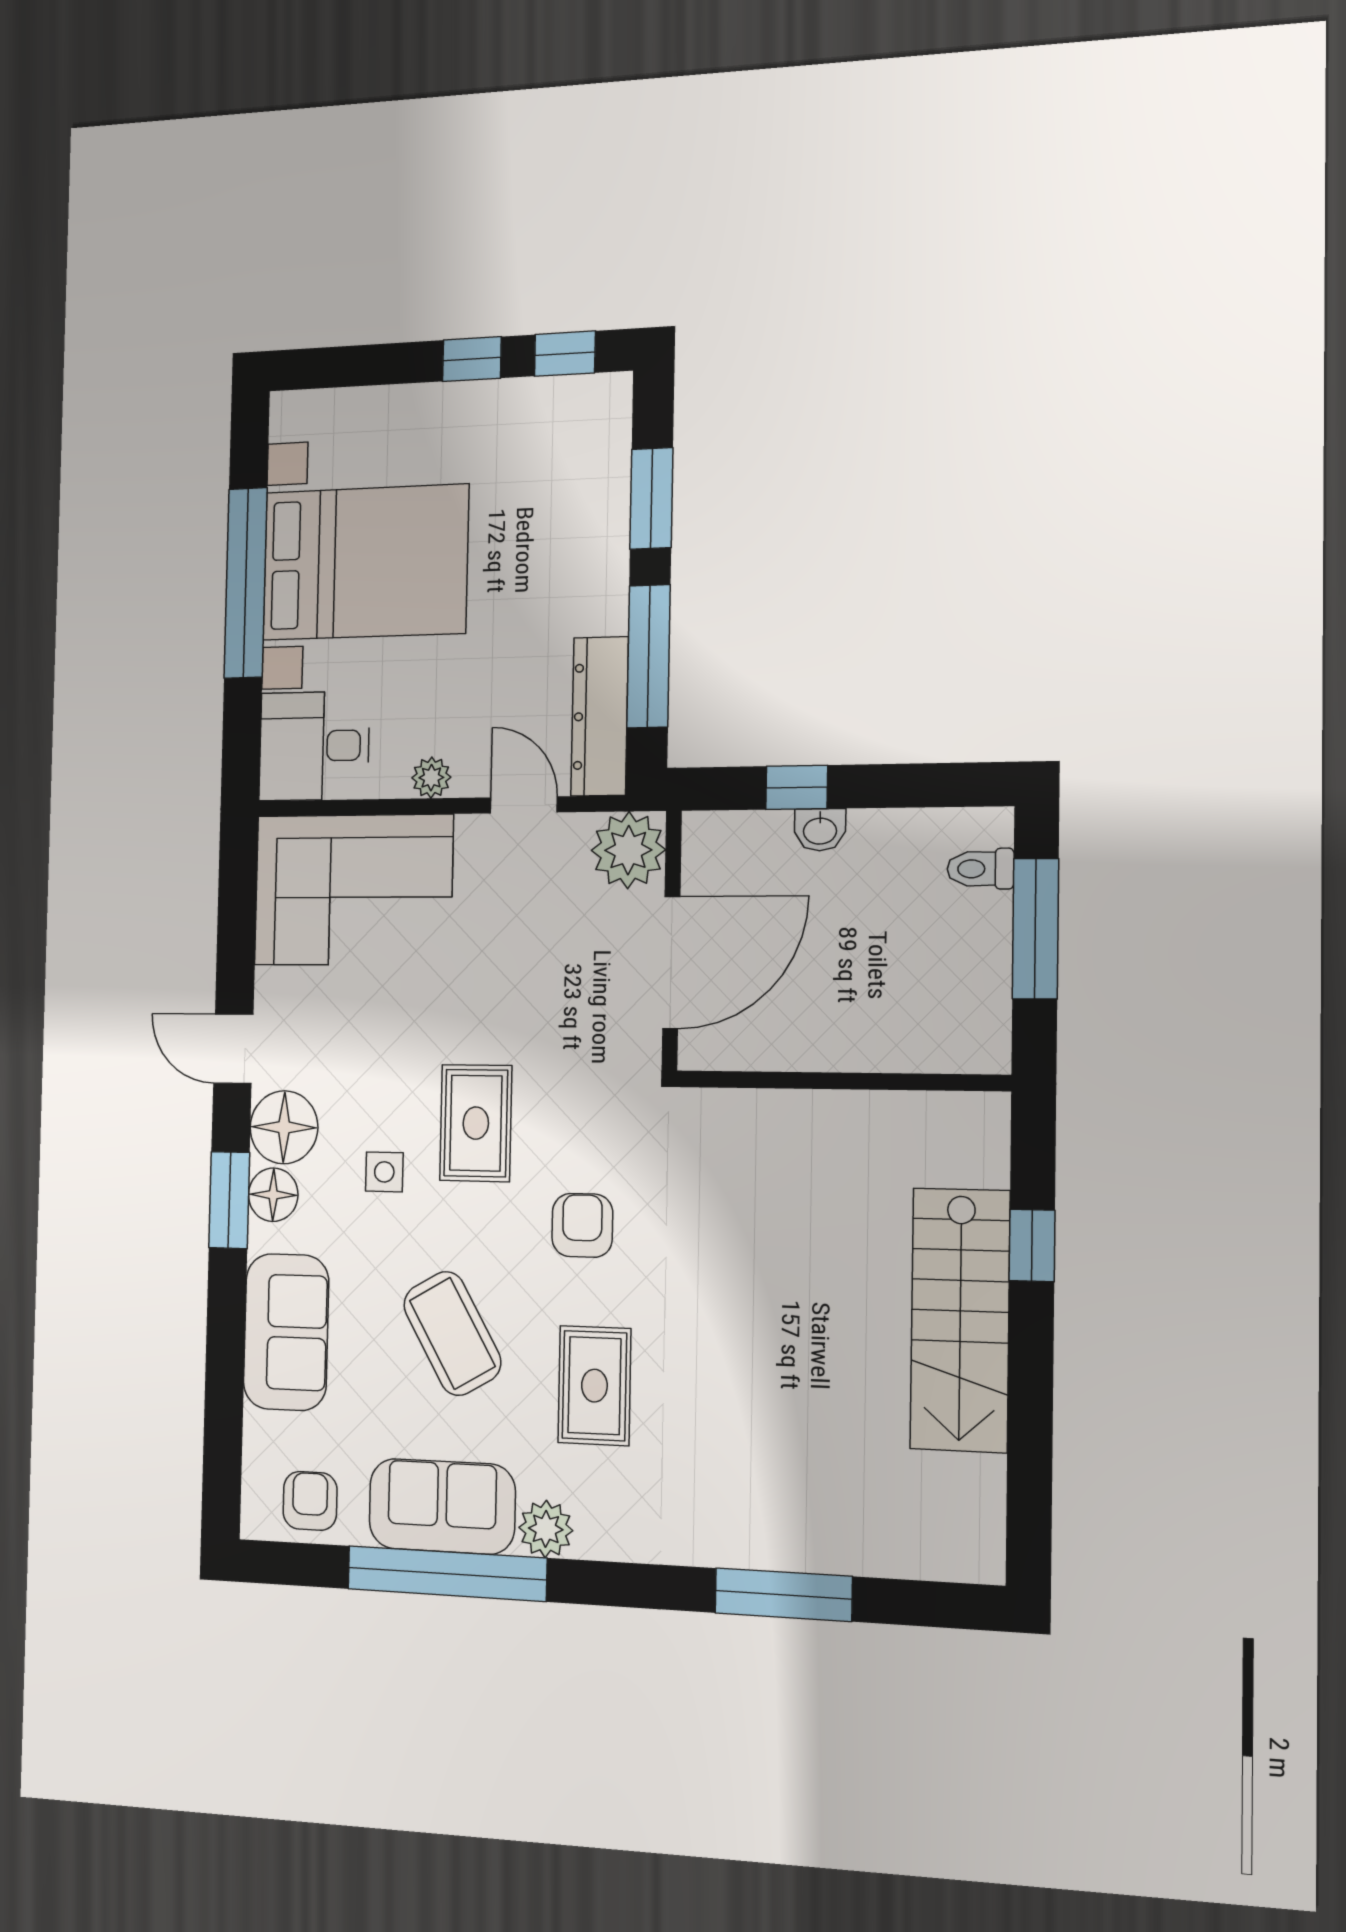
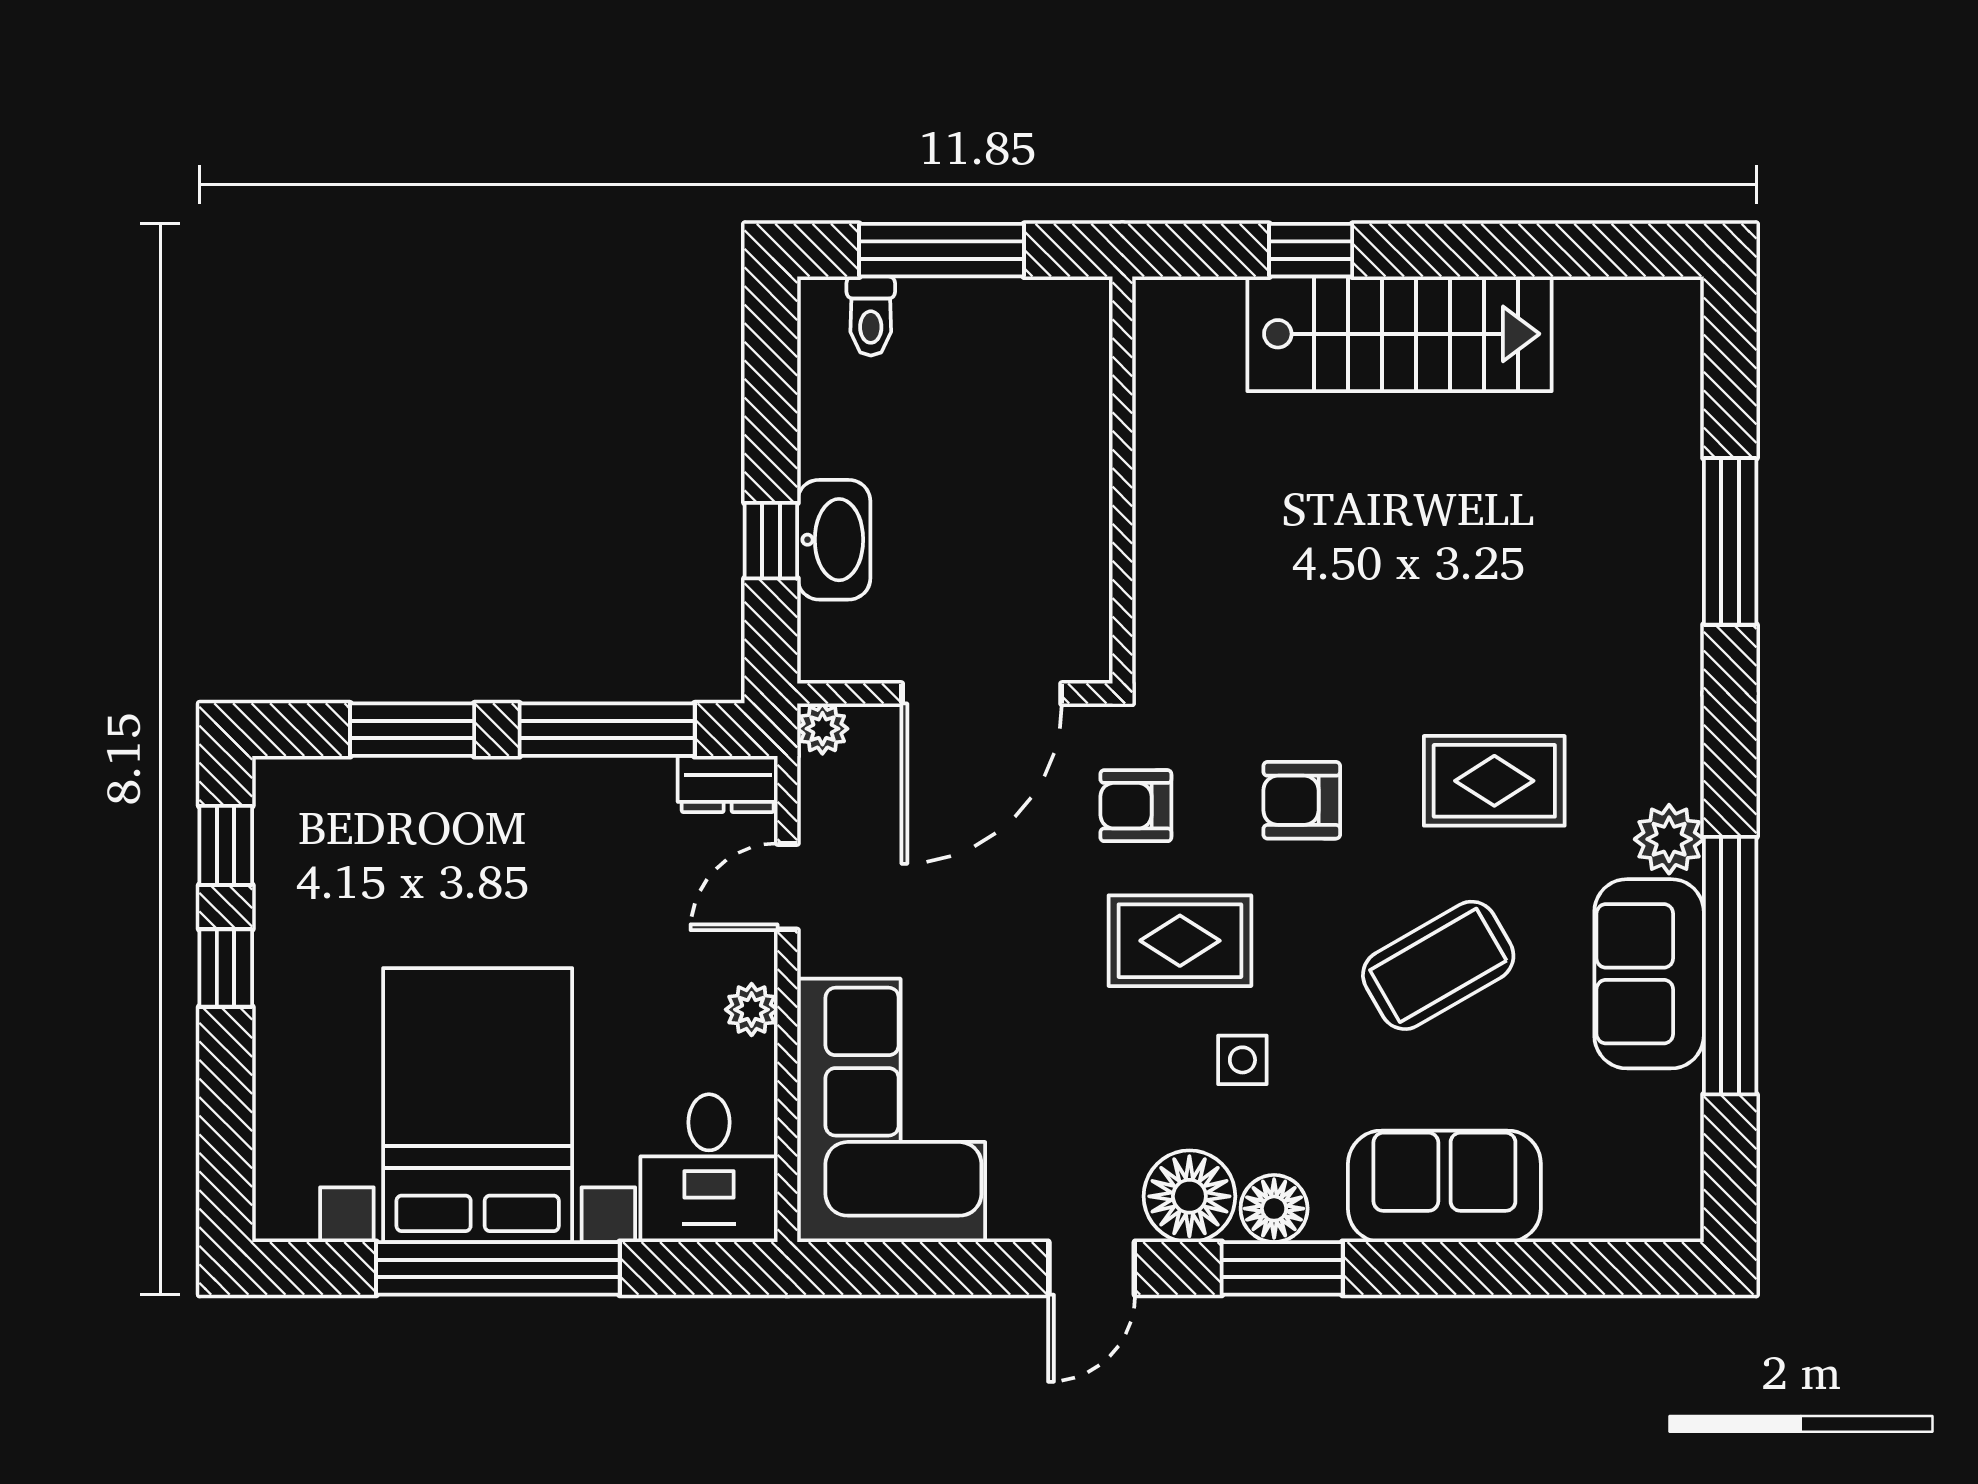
dresser: (600, 716) -> (728, 784), width x0.51, depth x0.80
washbasin: (820, 830) -> (834, 540), width x1.91, depth x1.45
plant: (628, 850) -> (822, 729), width x0.53, depth x0.53
door: (671, 962) -> (982, 694), swing flipped
armchair: (310, 1501) -> (1136, 806), moved

